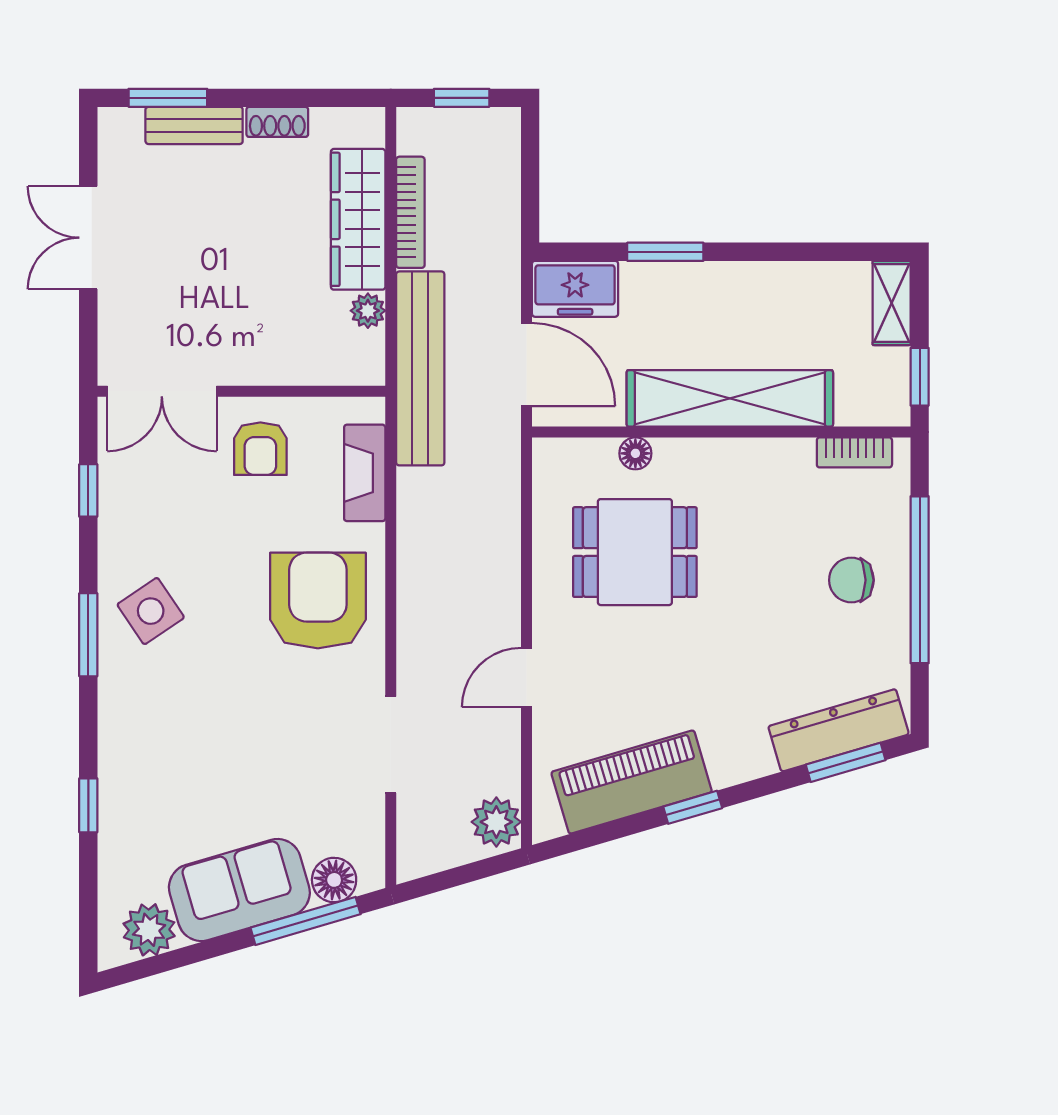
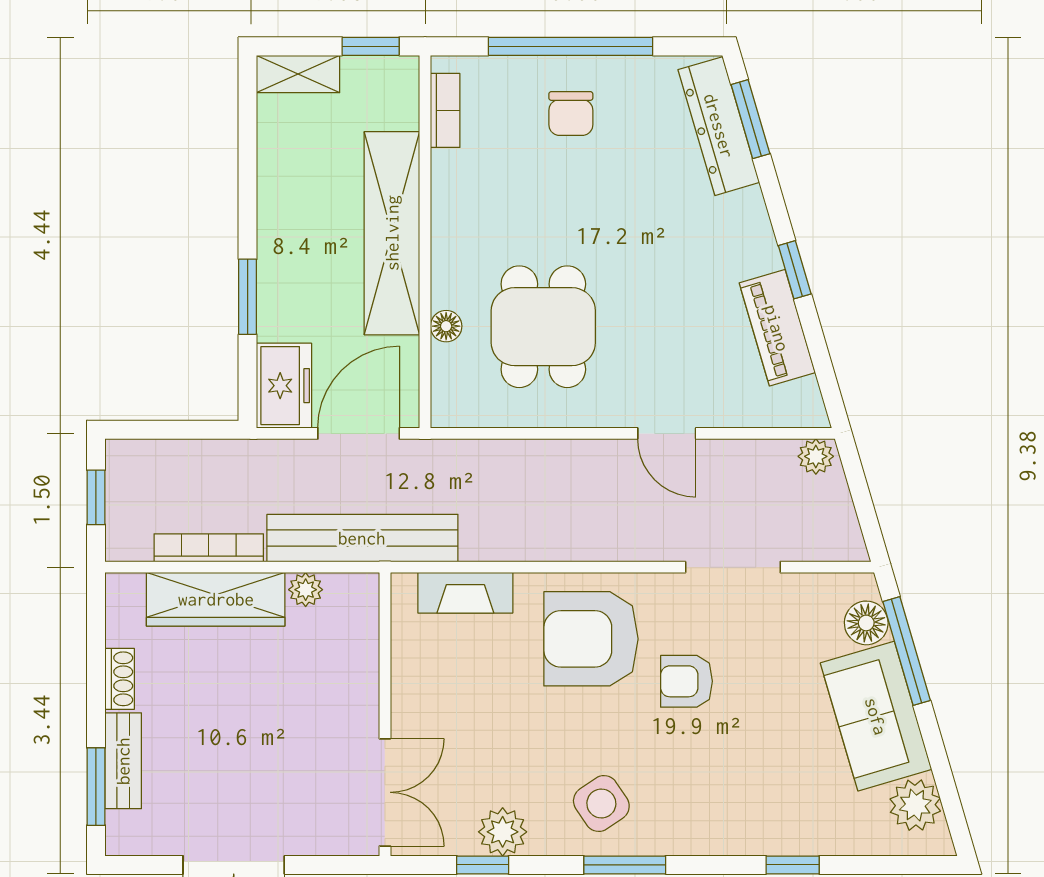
armchair: (260, 449) -> (687, 681), moved, turned 180
plant: (122, 511) -> (503, 832), added
piano: (632, 782) -> (777, 328), width x0.73, depth x0.75
plant: (496, 822) -> (816, 456), width x0.73, depth x0.73

